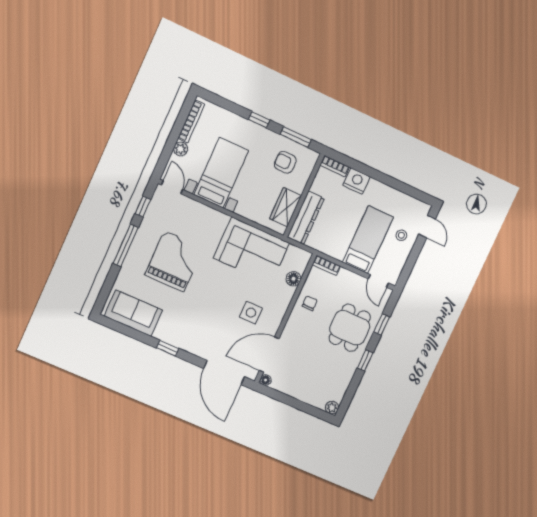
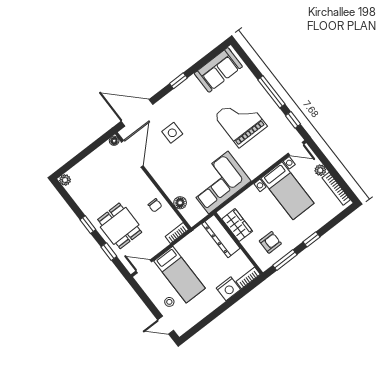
grand piano: (174, 261) -> (241, 121), turned 180
side table: (251, 313) -> (172, 133), moved

